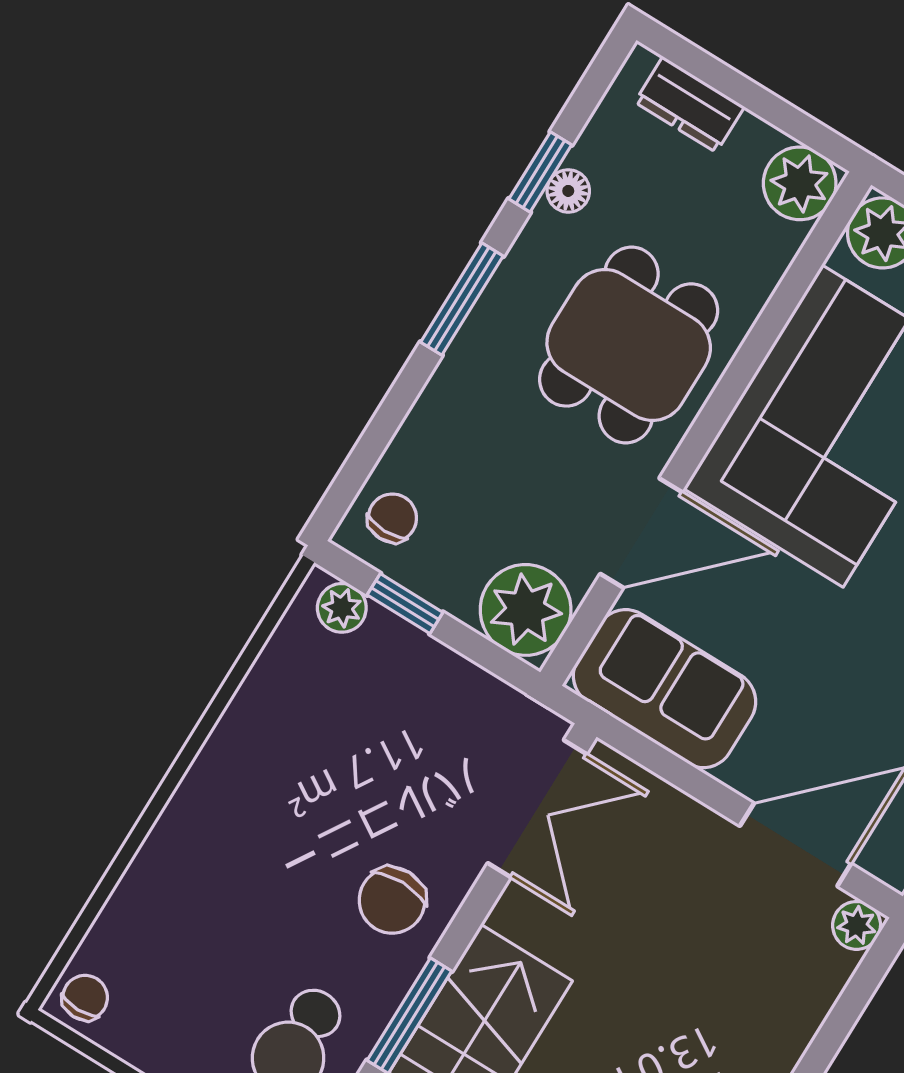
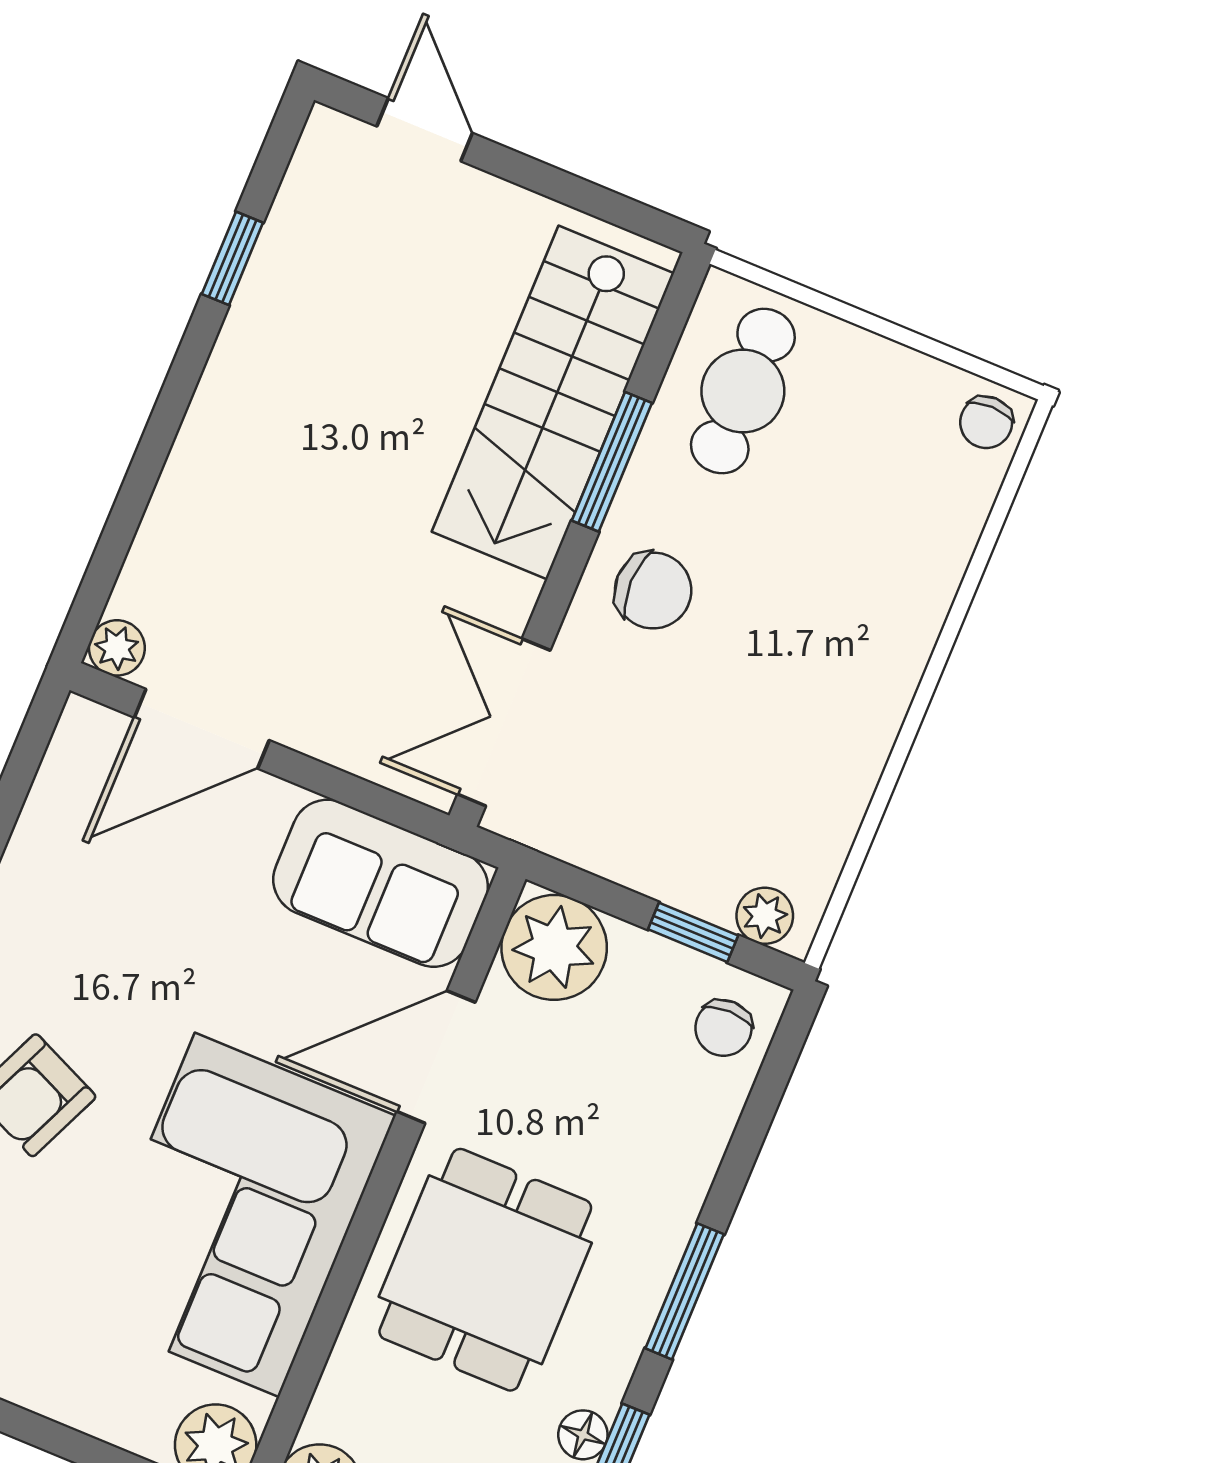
chair: (392, 900) -> (653, 591), turned 90

